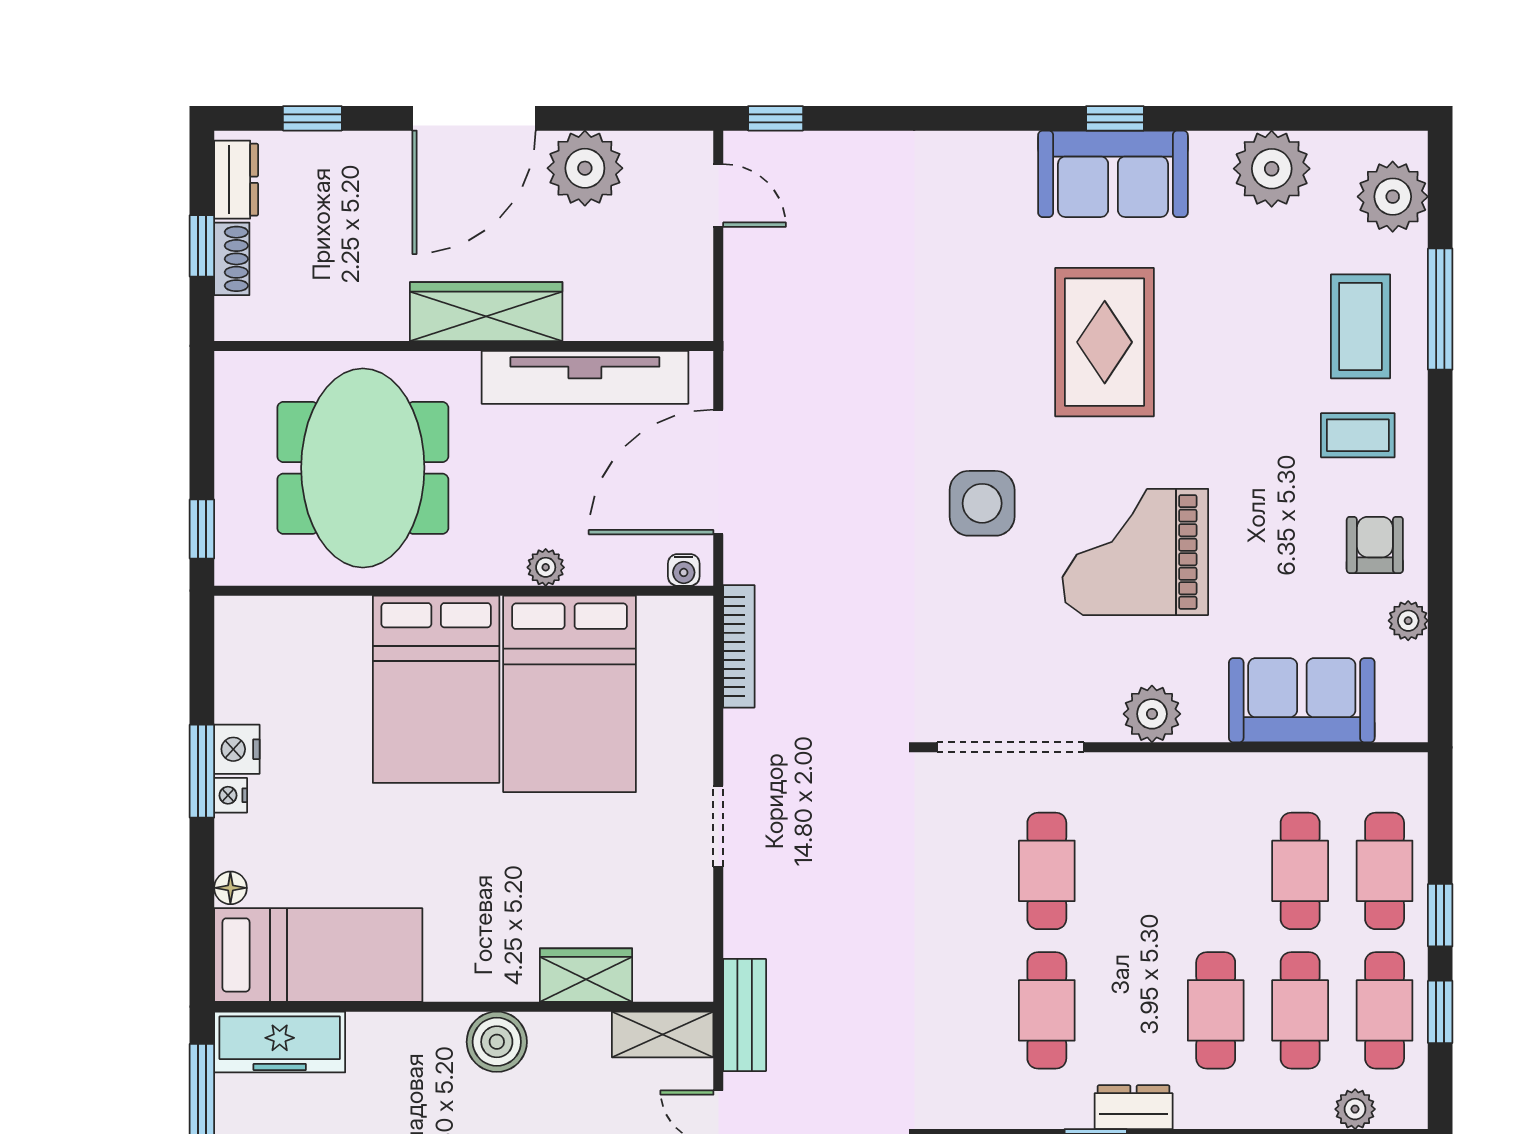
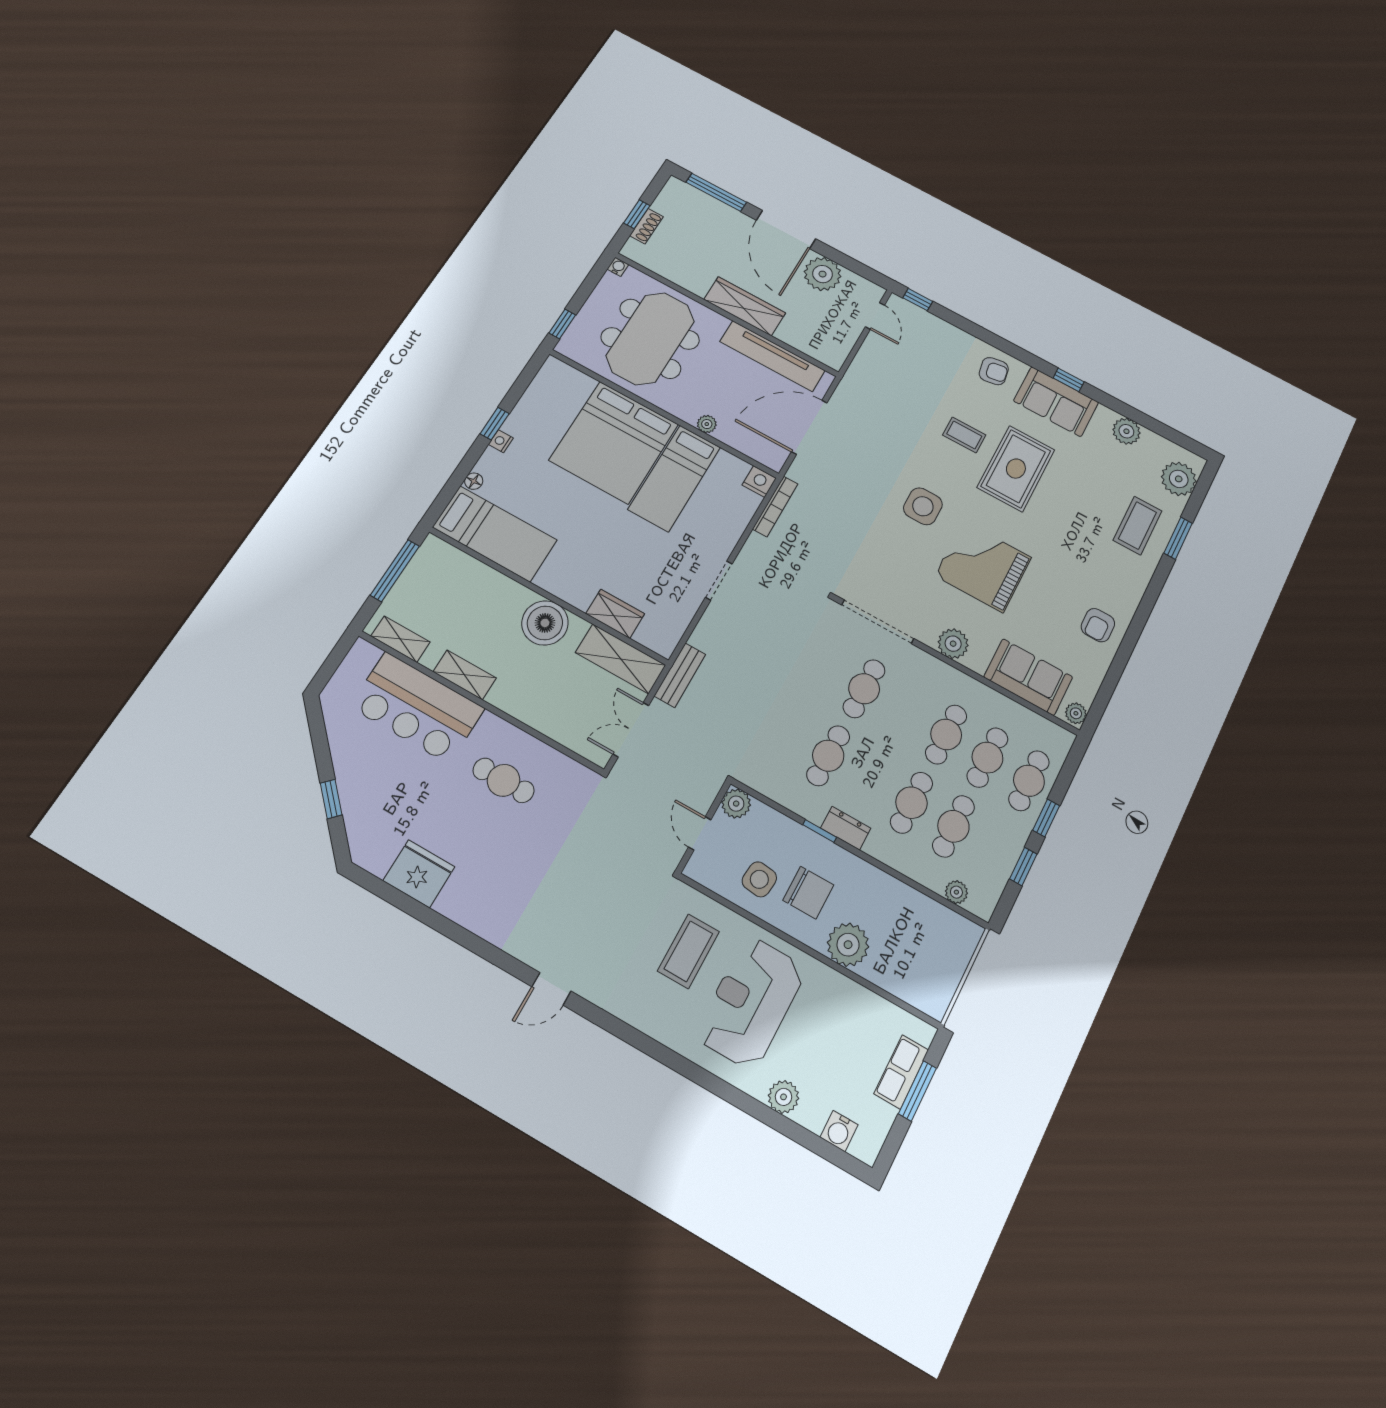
window: (312, 118) -> (716, 192), width x2.17
door: (474, 118) -> (786, 229), hinge flipped
plant: (1272, 169) -> (1126, 431), width x0.73, depth x0.73
armchair: (977, 179) -> (994, 371), added
dresser: (236, 180) -> (668, 197), removed
window: (1440, 309) -> (1178, 538), width x0.69
coffee table: (1358, 435) -> (964, 435), moved
armchair: (1375, 545) -> (1098, 625), turned 180
water cooler: (684, 570) -> (618, 267), moved, turned 180
plant: (1408, 621) -> (1076, 713), moved
bed: (436, 689) -> (614, 442), width x1.36
bed: (570, 694) -> (674, 478), width x0.67
nightstand: (237, 749) -> (759, 482), moved, turned 90
window: (202, 771) -> (495, 424), width x0.67
cafe table: (1385, 1010) -> (946, 734), moved
shelving: (663, 1034) -> (621, 659), width x1.50, depth x1.33
freezer: (280, 1042) -> (451, 563), removed
boiler: (497, 1042) -> (545, 623), width x1.37, depth x1.37

